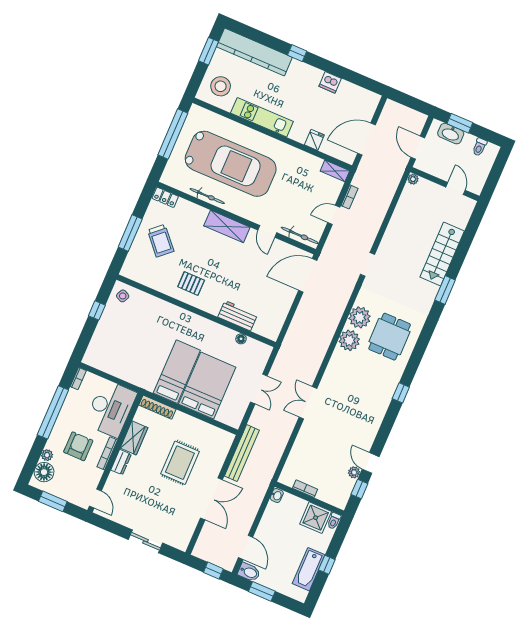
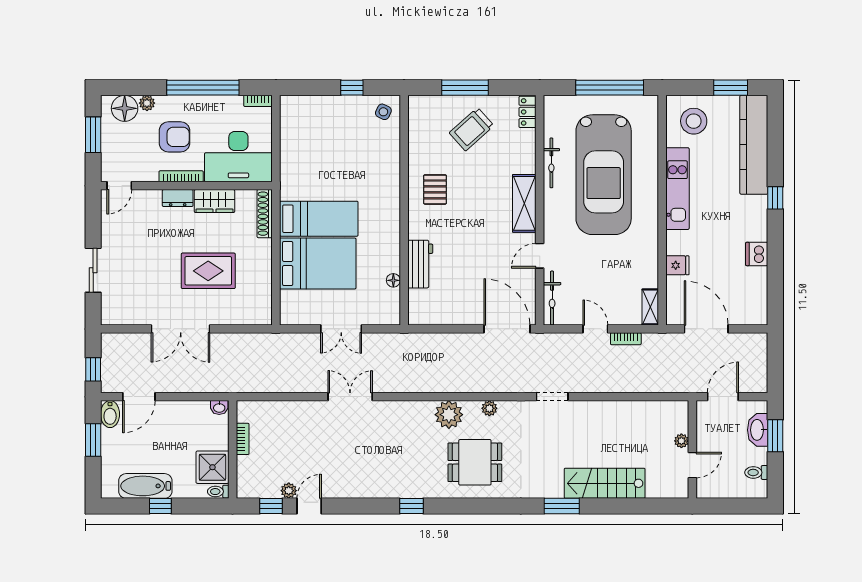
plant: (413, 179) -> (681, 441), moved
plant: (360, 317) -> (489, 408), width x0.53, depth x0.53
bench: (242, 453) -> (253, 342), removed

